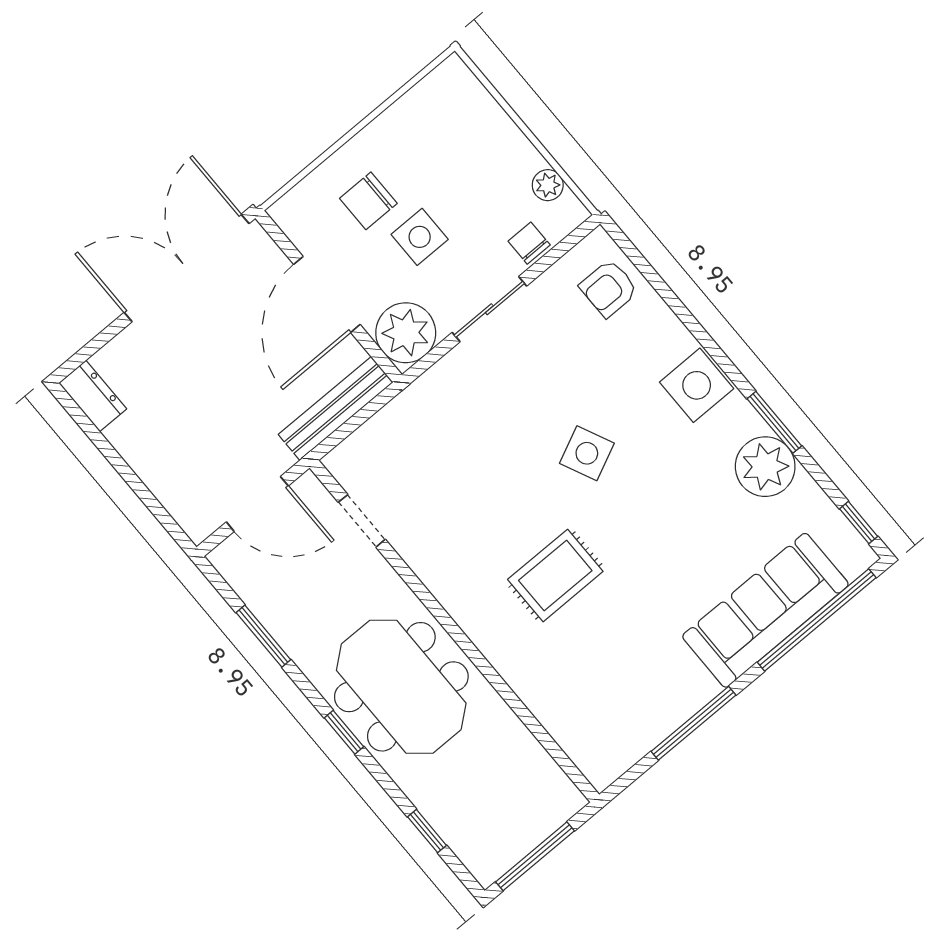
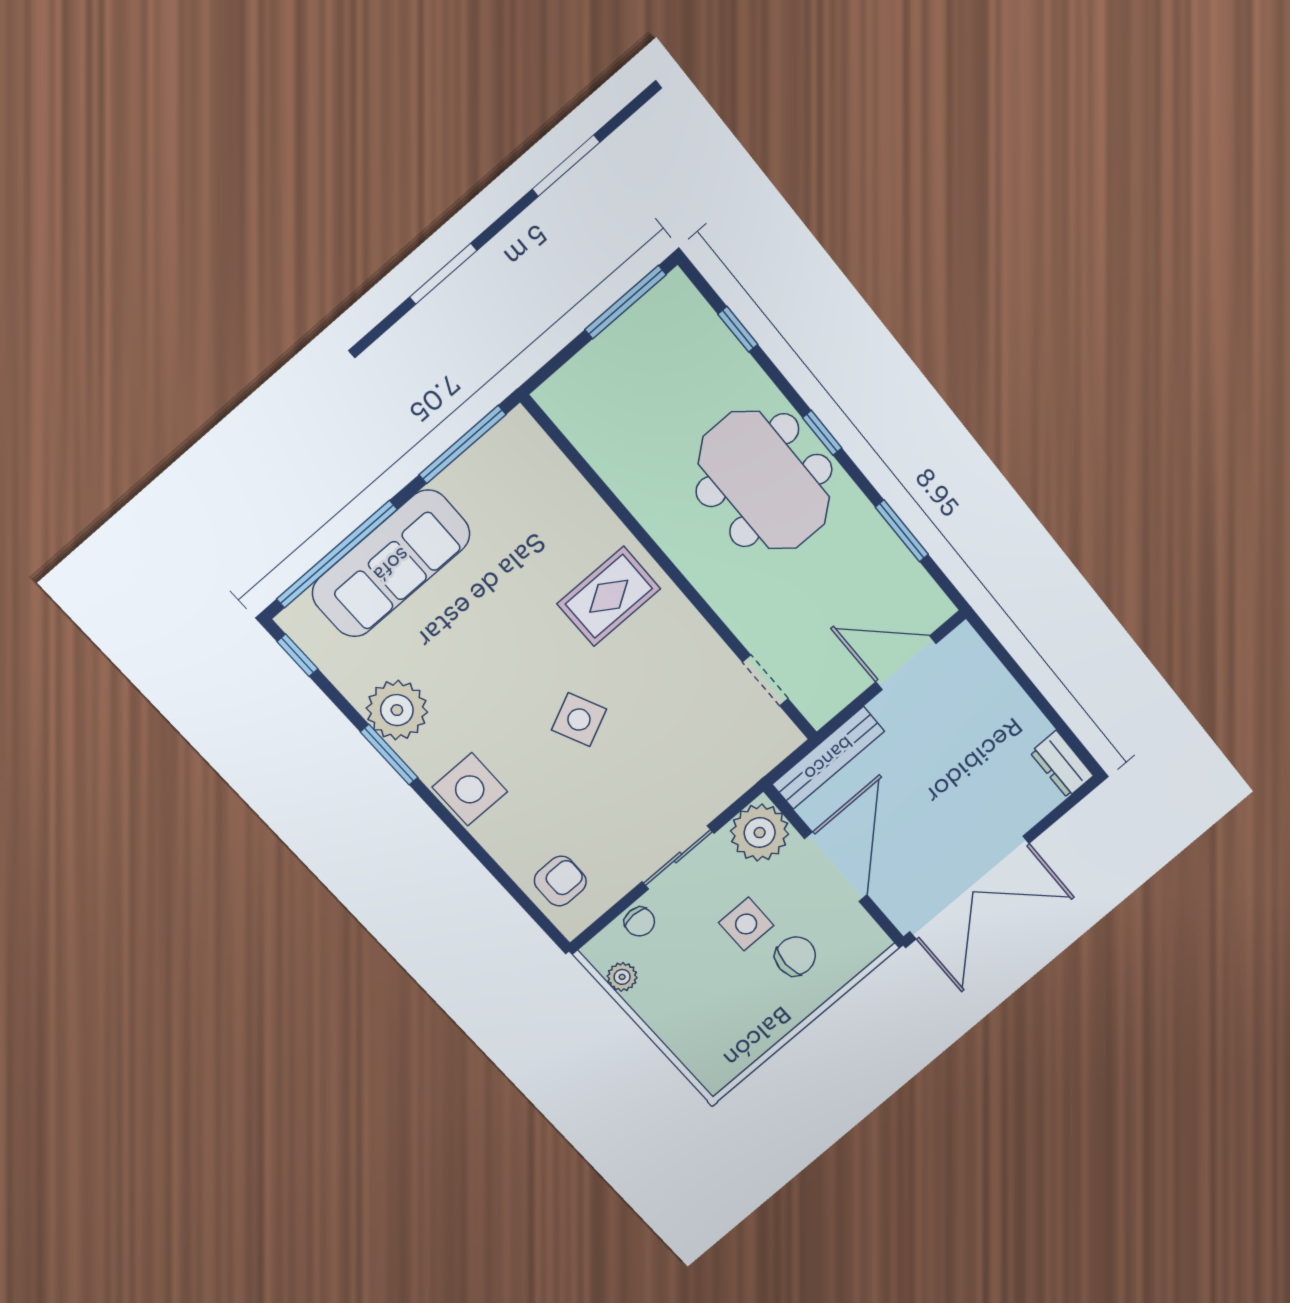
doorway: (362, 521) -> (765, 680), moved
wall: (454, 631) -> (672, 571), moved

